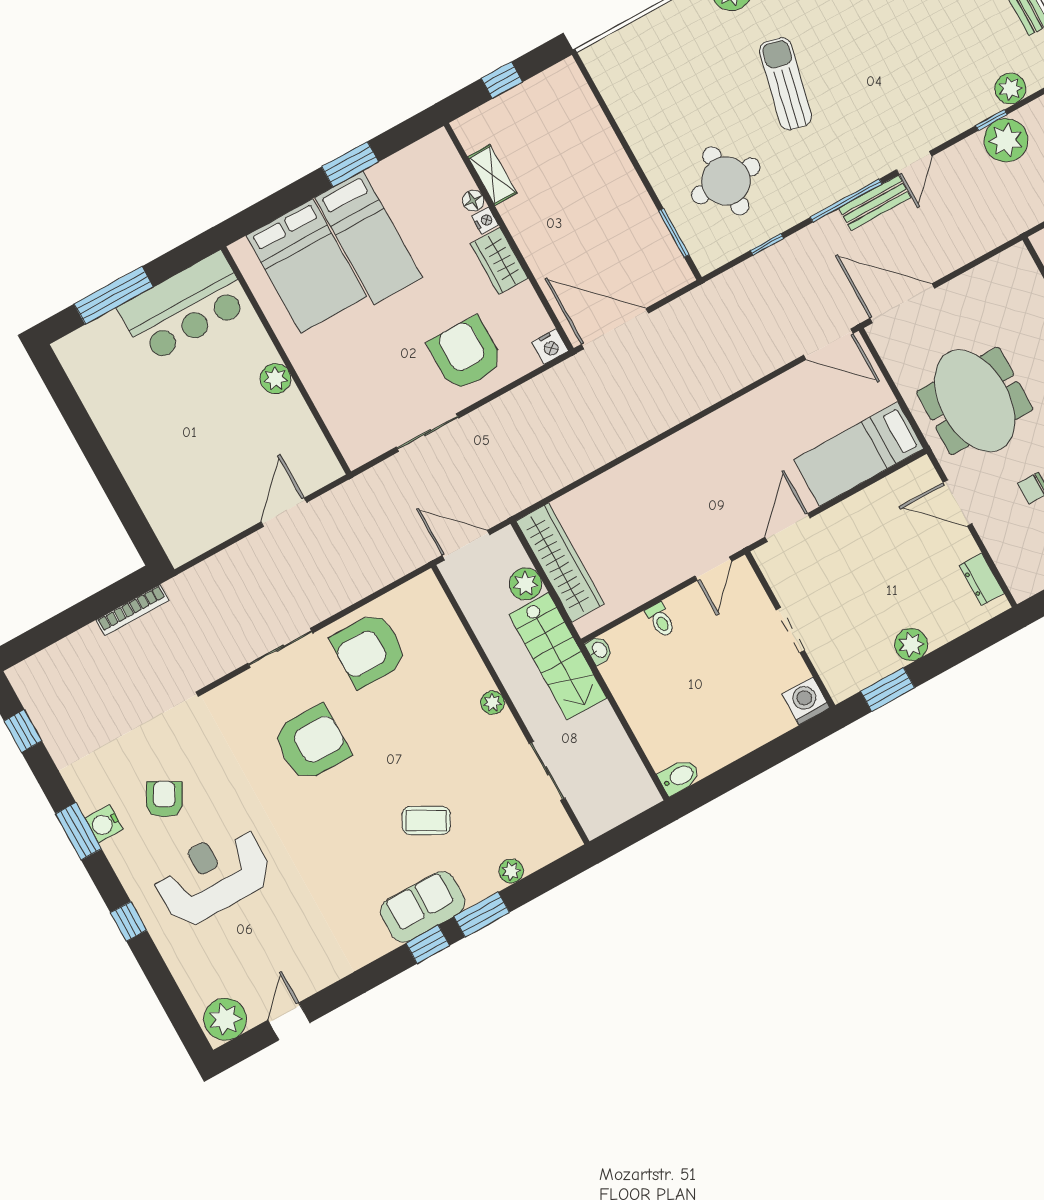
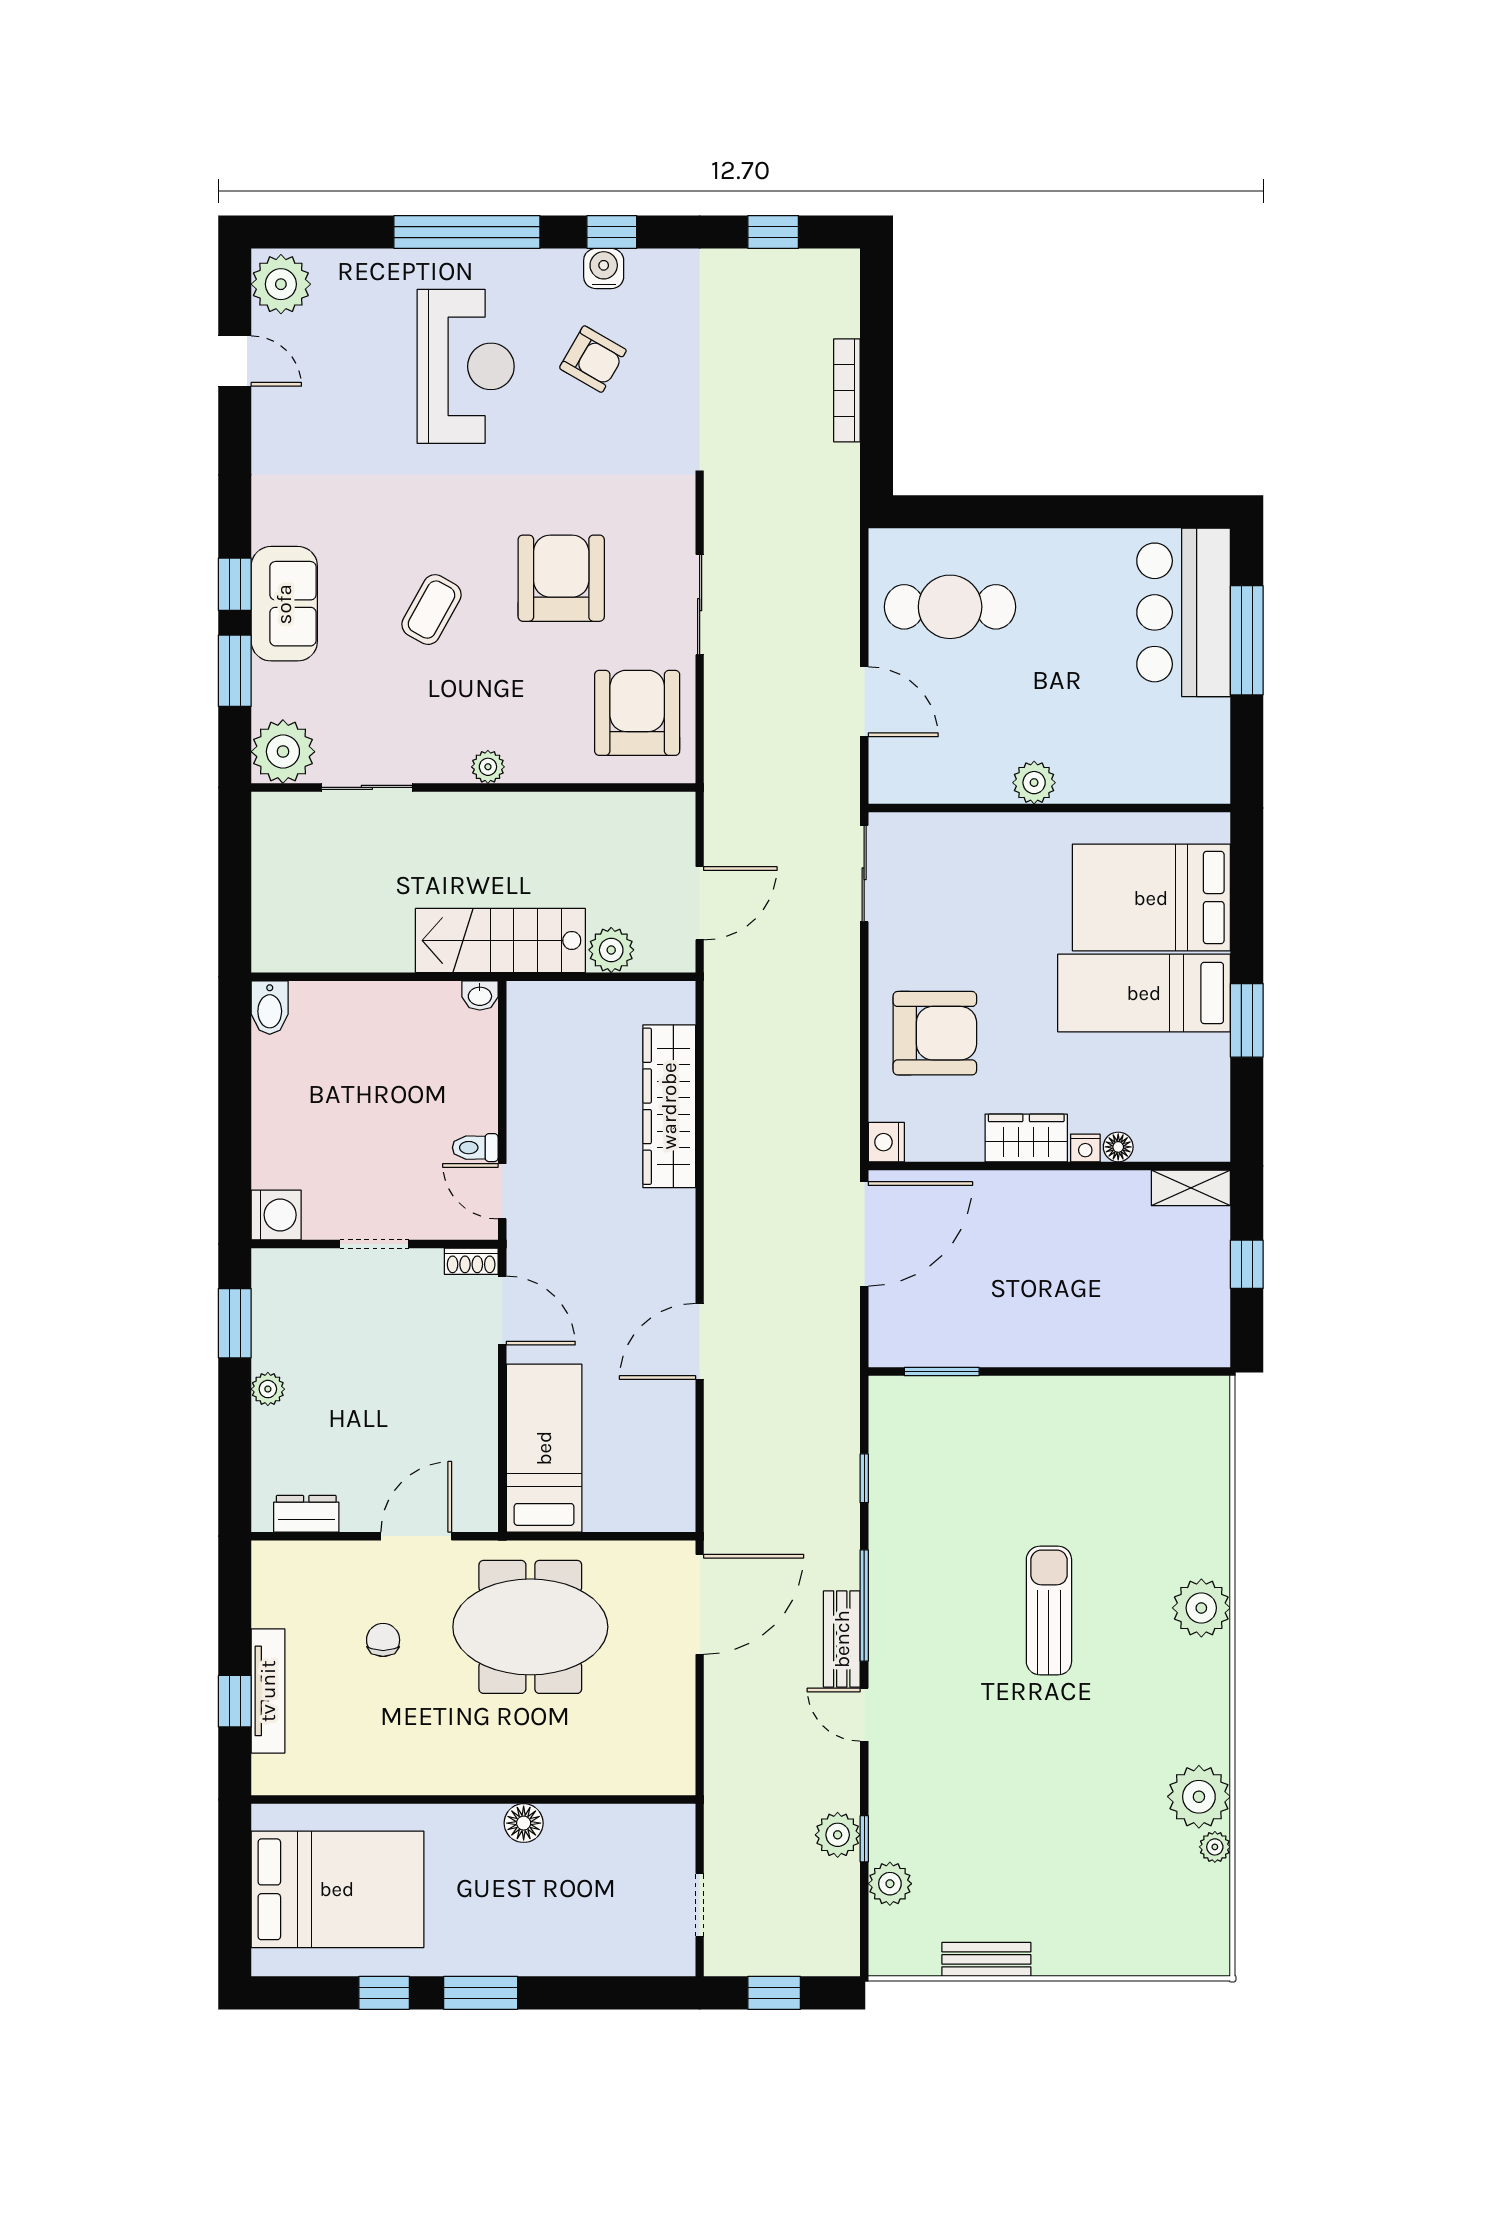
sun lounger: (786, 84) -> (1049, 1611), turned -103
plant: (1006, 140) -> (838, 1835), width x0.73, depth x0.73
shelving: (492, 175) -> (1191, 1188), moved
round table: (726, 181) -> (970, 1471), removed
bar counter: (185, 307) -> (1184, 612), moved
door: (828, 344) -> (700, 1341), moved
sliding door: (428, 433) -> (864, 874), moved
cafe table: (195, 492) -> (950, 607), added
wardrobe: (560, 562) -> (669, 1106), moved, turned 90
shoe rack: (768, 564) -> (471, 1261), added
bookcase: (132, 610) -> (847, 390), moved
toilet: (660, 620) -> (475, 1148), moved
plant: (911, 644) -> (268, 1389), width x0.73, depth x0.73
plant: (492, 703) -> (488, 767), moved
wall: (510, 705) -> (473, 787), moved
armchair: (311, 743) -> (561, 578), turned 180
sliding door: (547, 771) -> (367, 787), moved
coffee table: (426, 821) -> (432, 610), moved
window: (79, 831) -> (612, 232), width x0.67
plant: (511, 871) -> (283, 752), width x1.88, depth x1.88
window: (129, 921) -> (467, 232), width x3.17

